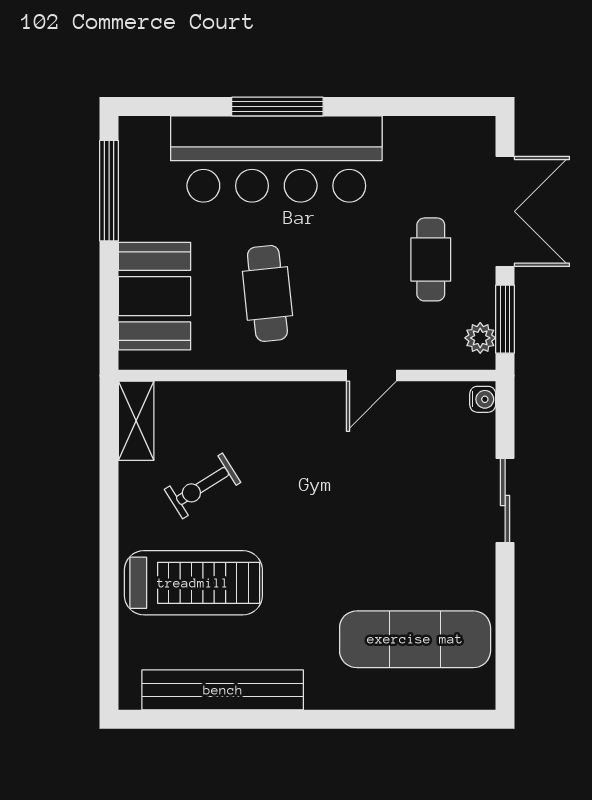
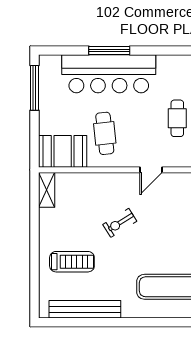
booth: (155, 296) -> (63, 151), moved, turned 90
exercise bike: (203, 486) -> (120, 223), moved
treadmill: (193, 583) -> (72, 262), width x0.73, depth x0.73

